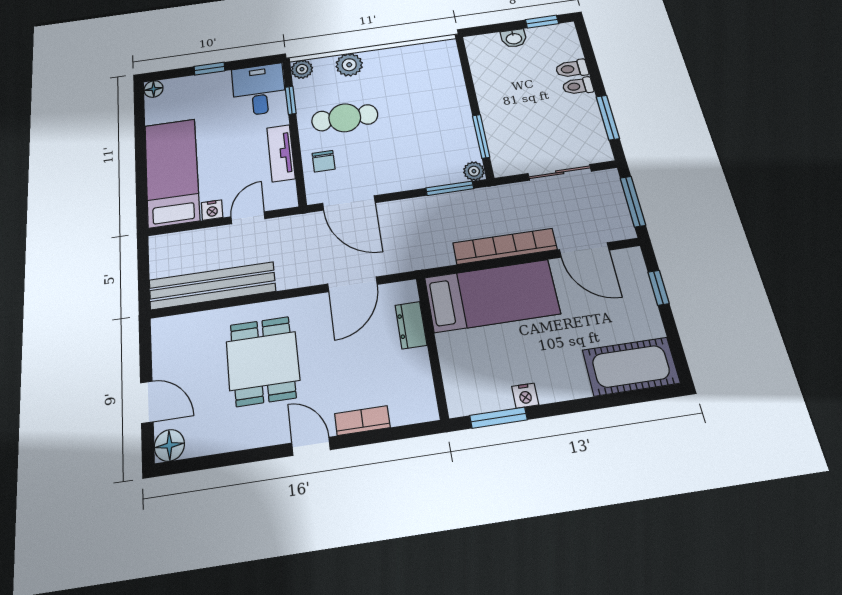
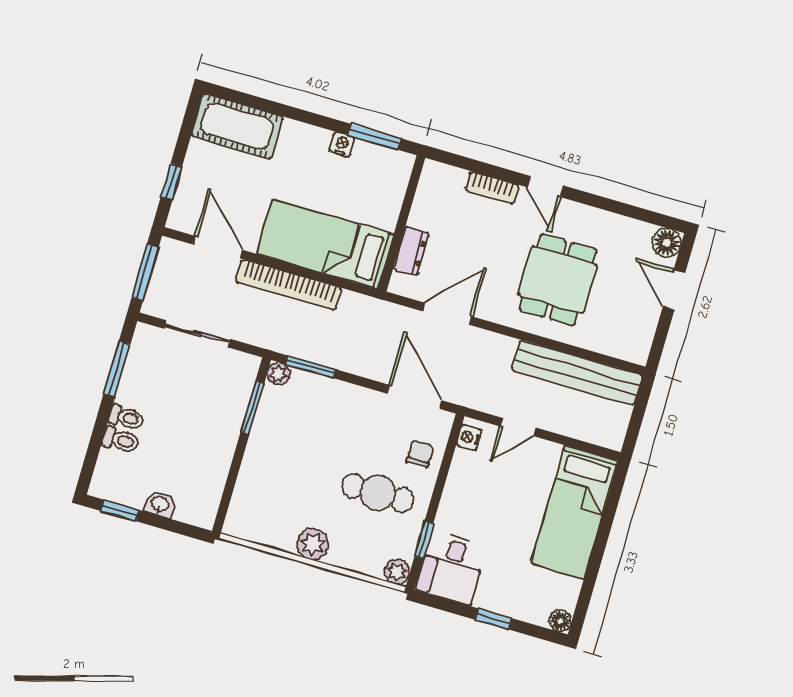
plant: (349, 65) -> (313, 544), moved
tv unit: (281, 153) -> (458, 483), removed
nightstand: (212, 210) -> (469, 437), moved, turned -90

